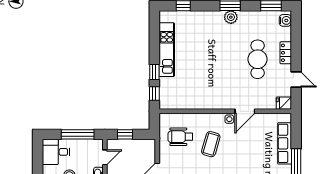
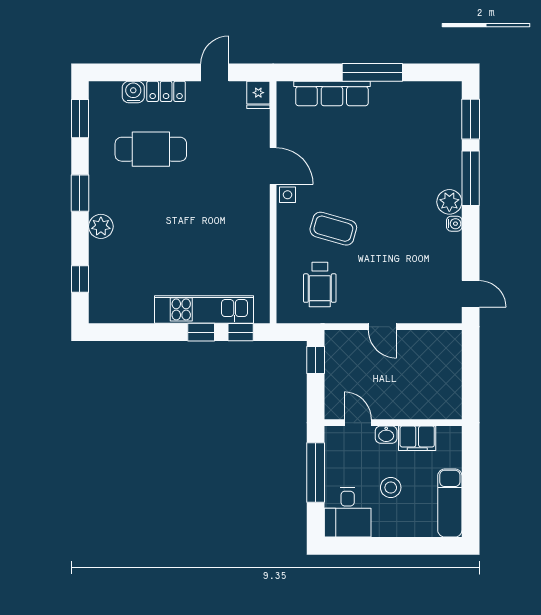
plant: (231, 17) -> (101, 226), moved
water cooler: (285, 20) -> (133, 92), moved
kitchen unit: (167, 50) -> (204, 309), moved
cafe table: (258, 59) -> (151, 149), moved
window: (125, 134) -> (316, 360), moved

